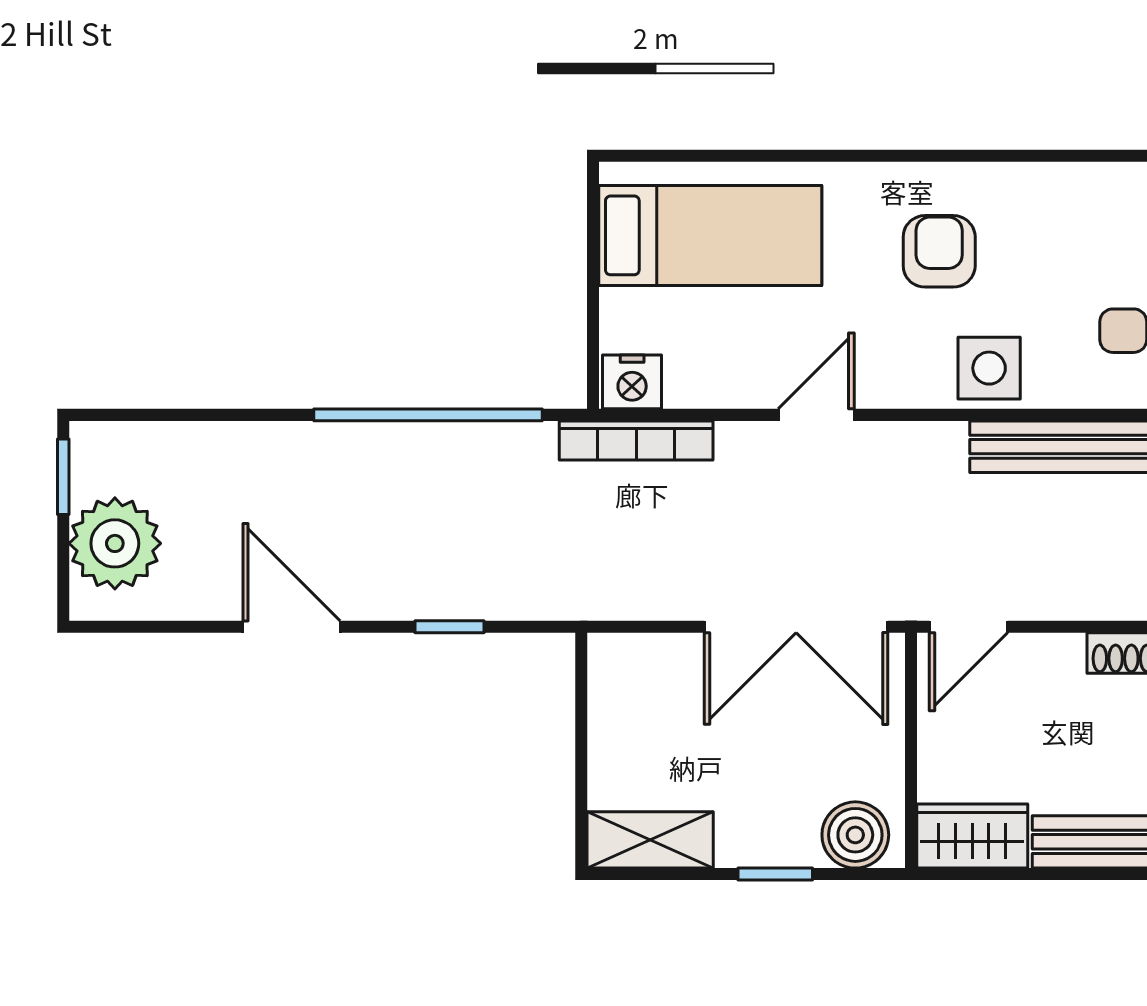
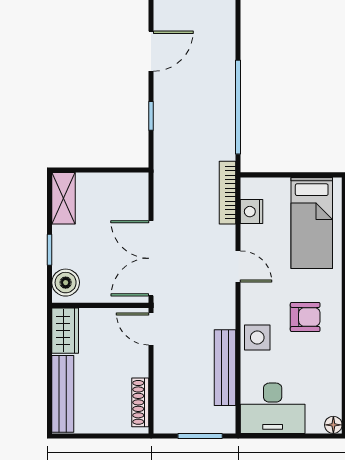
nightstand: (632, 382) -> (252, 212), moved

